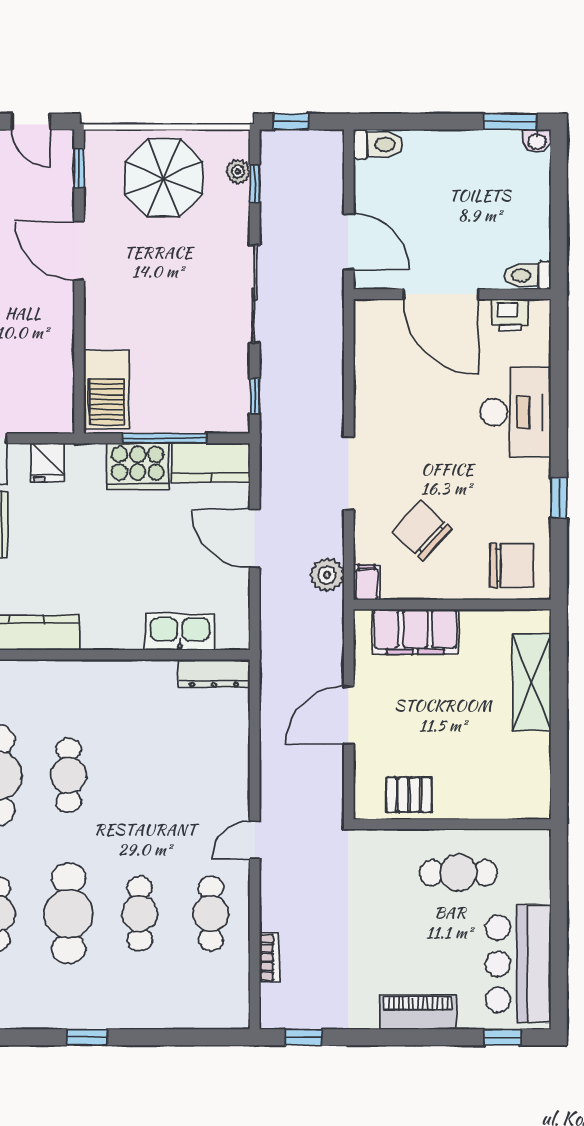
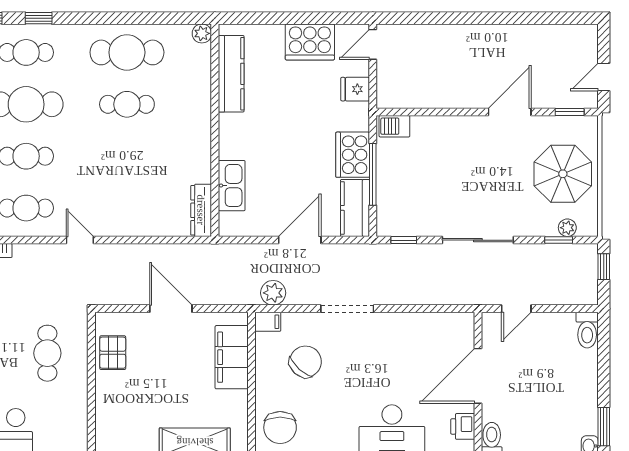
door: (349, 242) -> (516, 309), width x0.73
barbecue: (107, 390) -> (394, 126), width x0.53, depth x0.65
cafe table: (459, 873) -> (47, 353), moved

